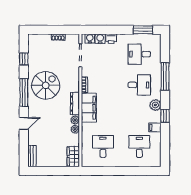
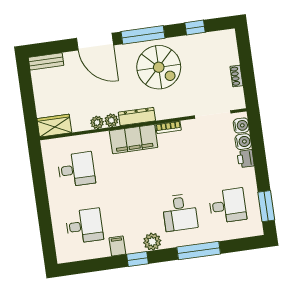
desk: (139, 54) -> (228, 206), turned 90
door: (24, 123) -> (95, 42), width x1.87

